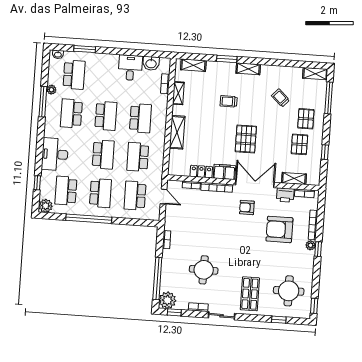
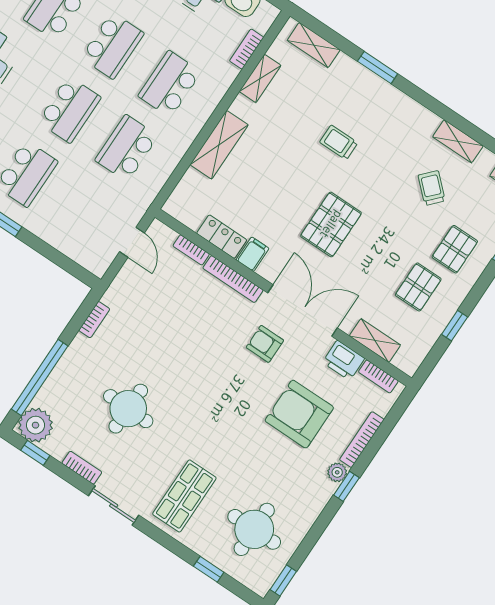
shelving: (248, 69) -> (458, 141), moved
school desk: (140, 118) -> (170, 84), turned 180
filing cabinet: (224, 172) -> (253, 254), width x0.50
school desk: (135, 196) -> (84, 212), removed

